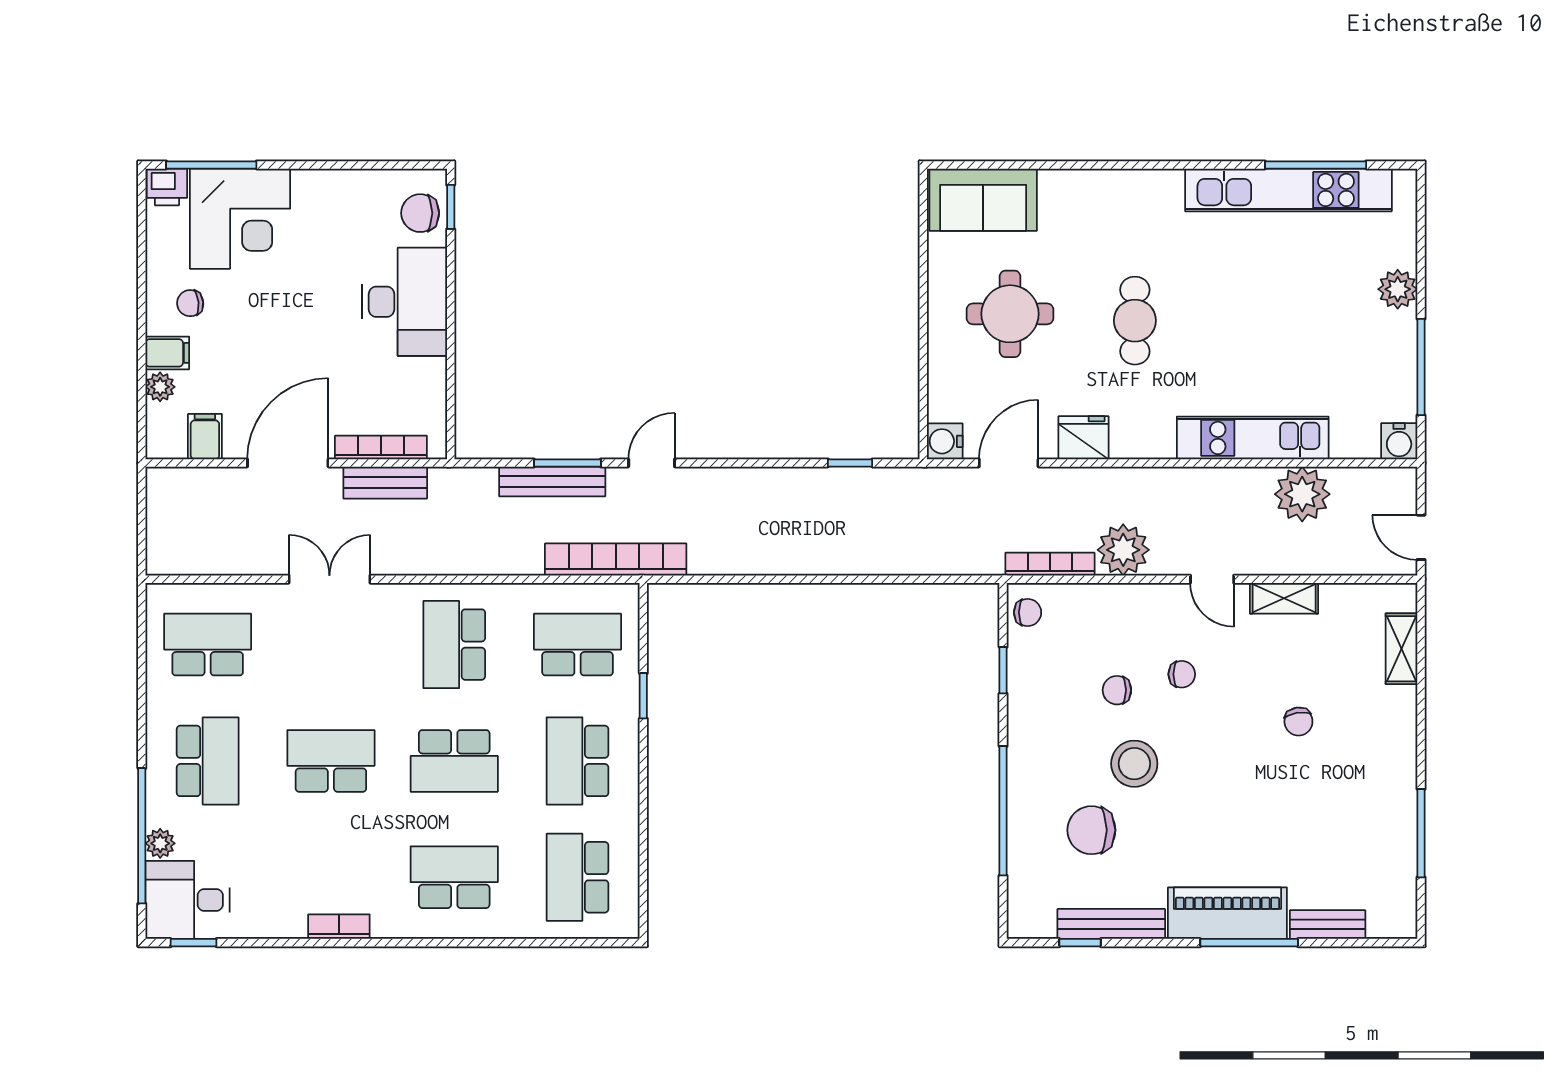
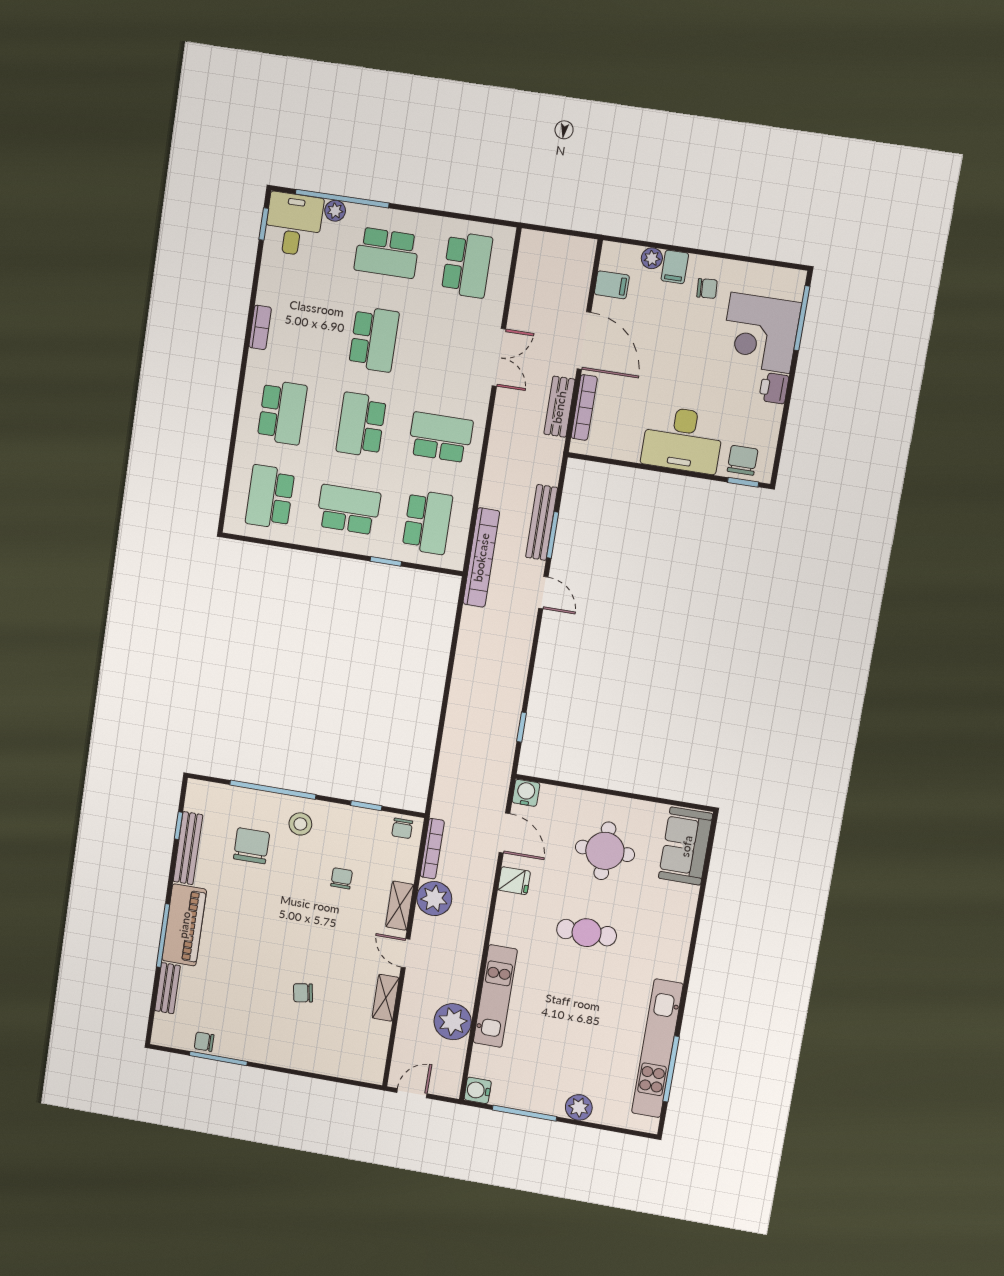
printer: (167, 187) -> (774, 388), moved
chair: (190, 303) -> (707, 288), turned 92
fridge: (1084, 438) -> (514, 881), width x0.72
door: (1212, 579) -> (406, 953), hinge flipped
shelving: (1401, 649) -> (400, 906), moved, turned 90
chair: (1182, 674) -> (204, 1042), moved, turned 90
stool: (1134, 764) -> (300, 824), moved, width x0.73, depth x0.73
school desk: (578, 877) -> (270, 497), turned -90

